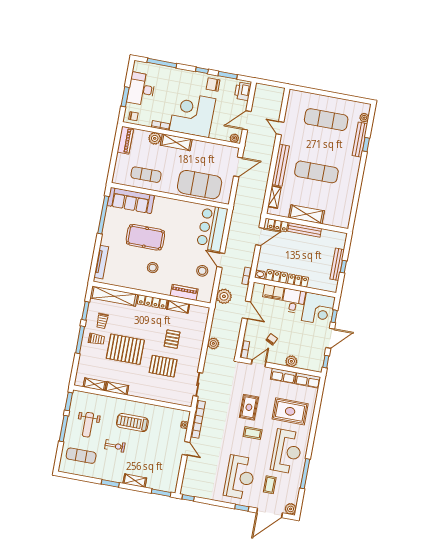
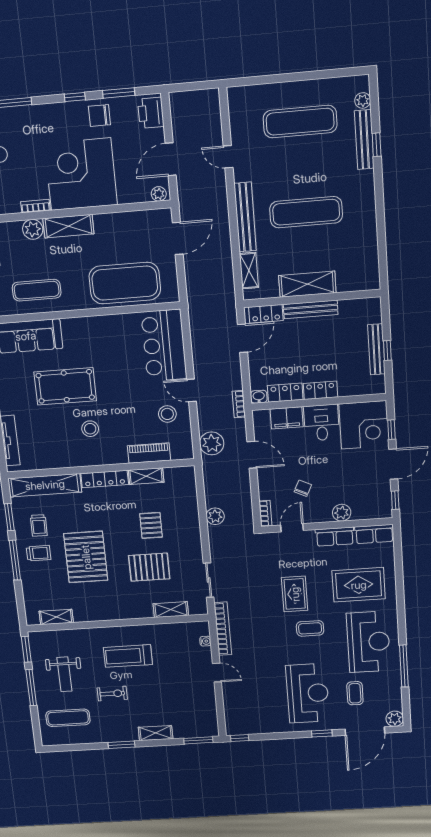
pallet: (125, 349) -> (86, 557), turned 90
shelving: (117, 388) -> (171, 610), moved

